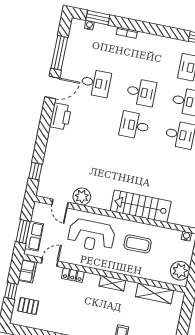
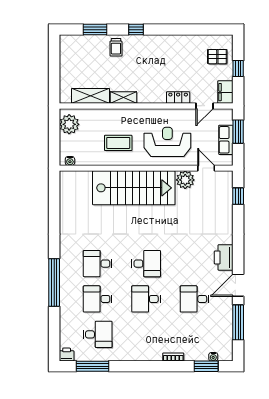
stairs: (141, 206) -> (134, 188), width x1.36, depth x1.51
row of seats: (34, 236) -> (226, 140), moved
shelving: (112, 283) -> (124, 97), moved

